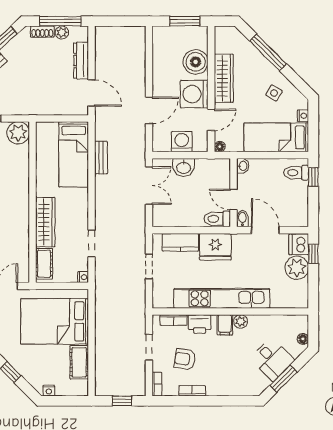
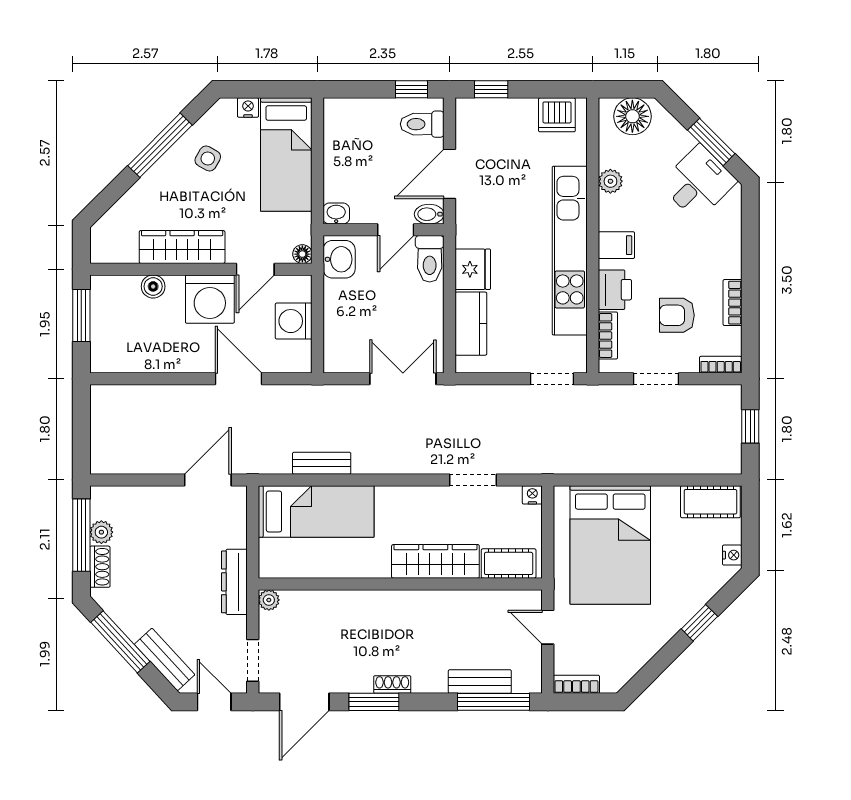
window: (268, 52) -> (160, 145), moved
dresser: (81, 61) -> (234, 582), moved, turned 90
boiler: (196, 62) -> (153, 286), width x0.54, depth x0.54
door: (211, 120) -> (255, 269), swing flipped
plant: (18, 133) -> (269, 600), width x0.53, depth x0.53
washbasin: (184, 167) -> (339, 259), moved
toilet: (296, 173) -> (422, 124), moved, turned 90
window: (313, 177) -> (411, 89), moved
double door: (149, 186) -> (403, 379), moved
dishwasher: (299, 244) -> (557, 115), moved
fridge: (215, 247) -> (473, 269), width x0.73, depth x0.75
doorway: (149, 266) -> (552, 379), moved
plant: (297, 268) -> (516, 118), removed
plant: (241, 321) -> (610, 181), moved
floor lamp: (303, 339) -> (632, 116), width x1.89, depth x1.89
armchair: (185, 359) -> (677, 315), turned 81
desk: (272, 359) -> (698, 183), moved
cot: (79, 362) -> (710, 502), moved

